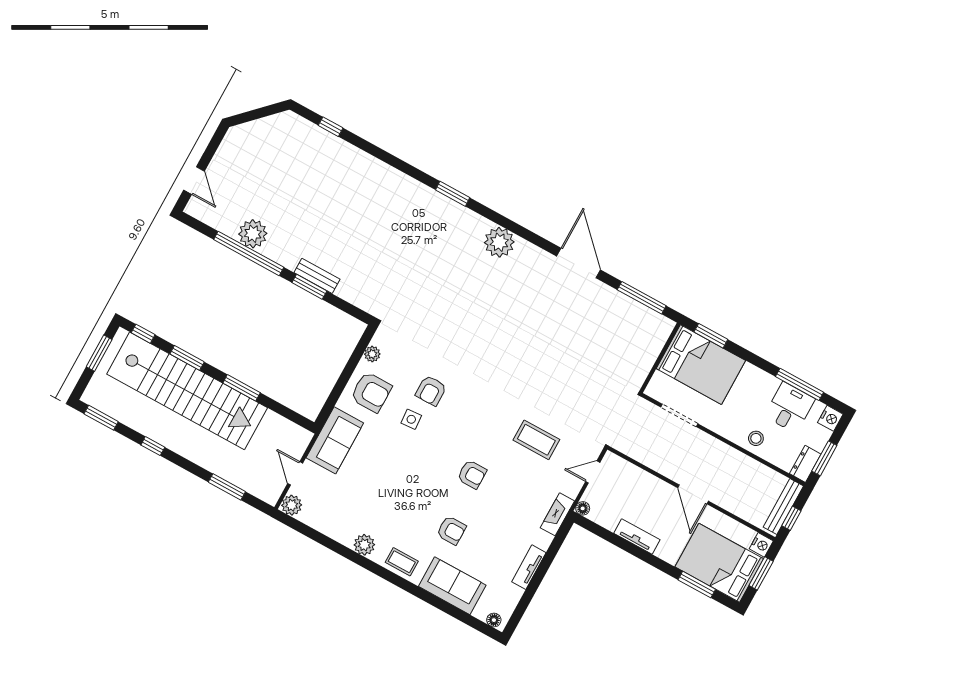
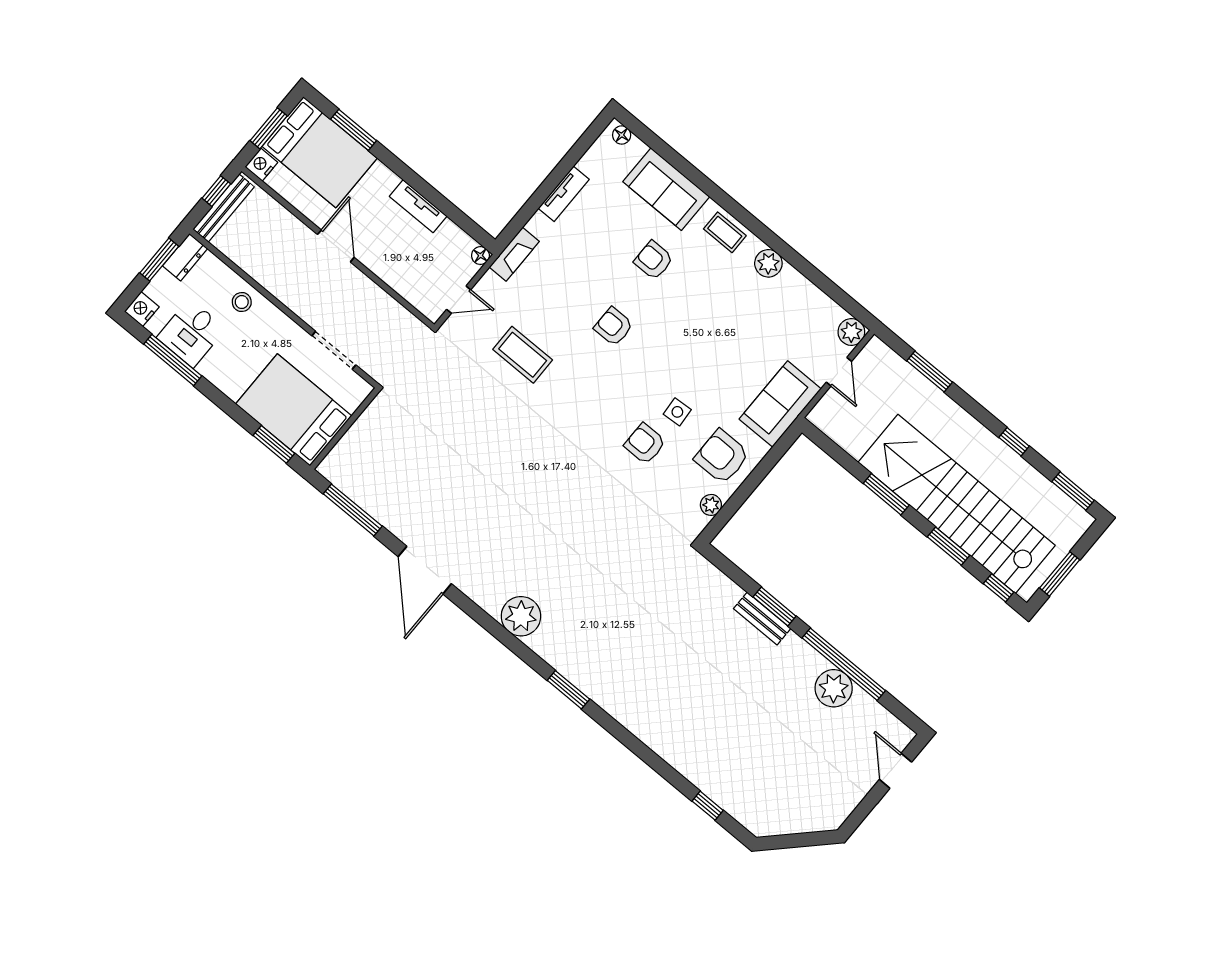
armchair: (431, 391) -> (645, 444), turned -90

